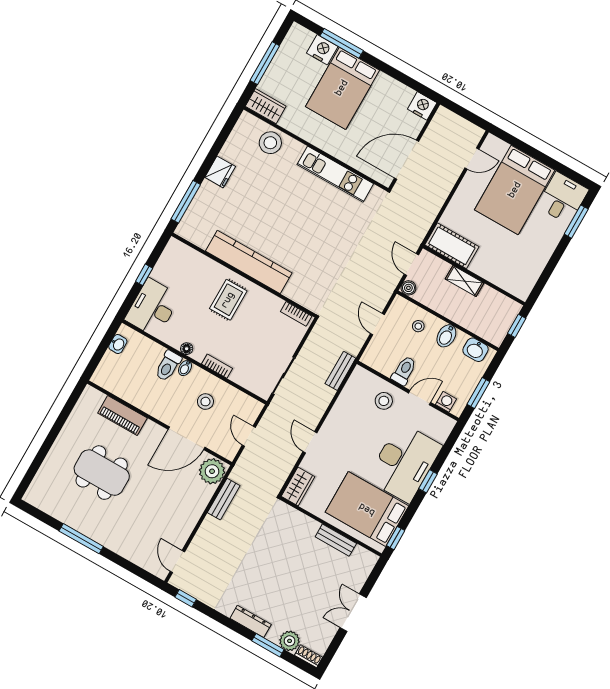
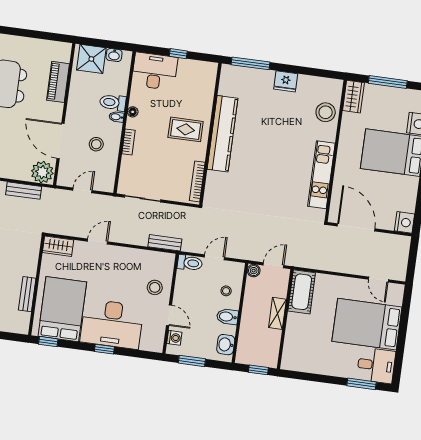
bookcase: (296, 314) -> (197, 181), width x1.56
shower: (112, 370) -> (91, 59), added
toilet: (404, 371) -> (190, 263), moved

